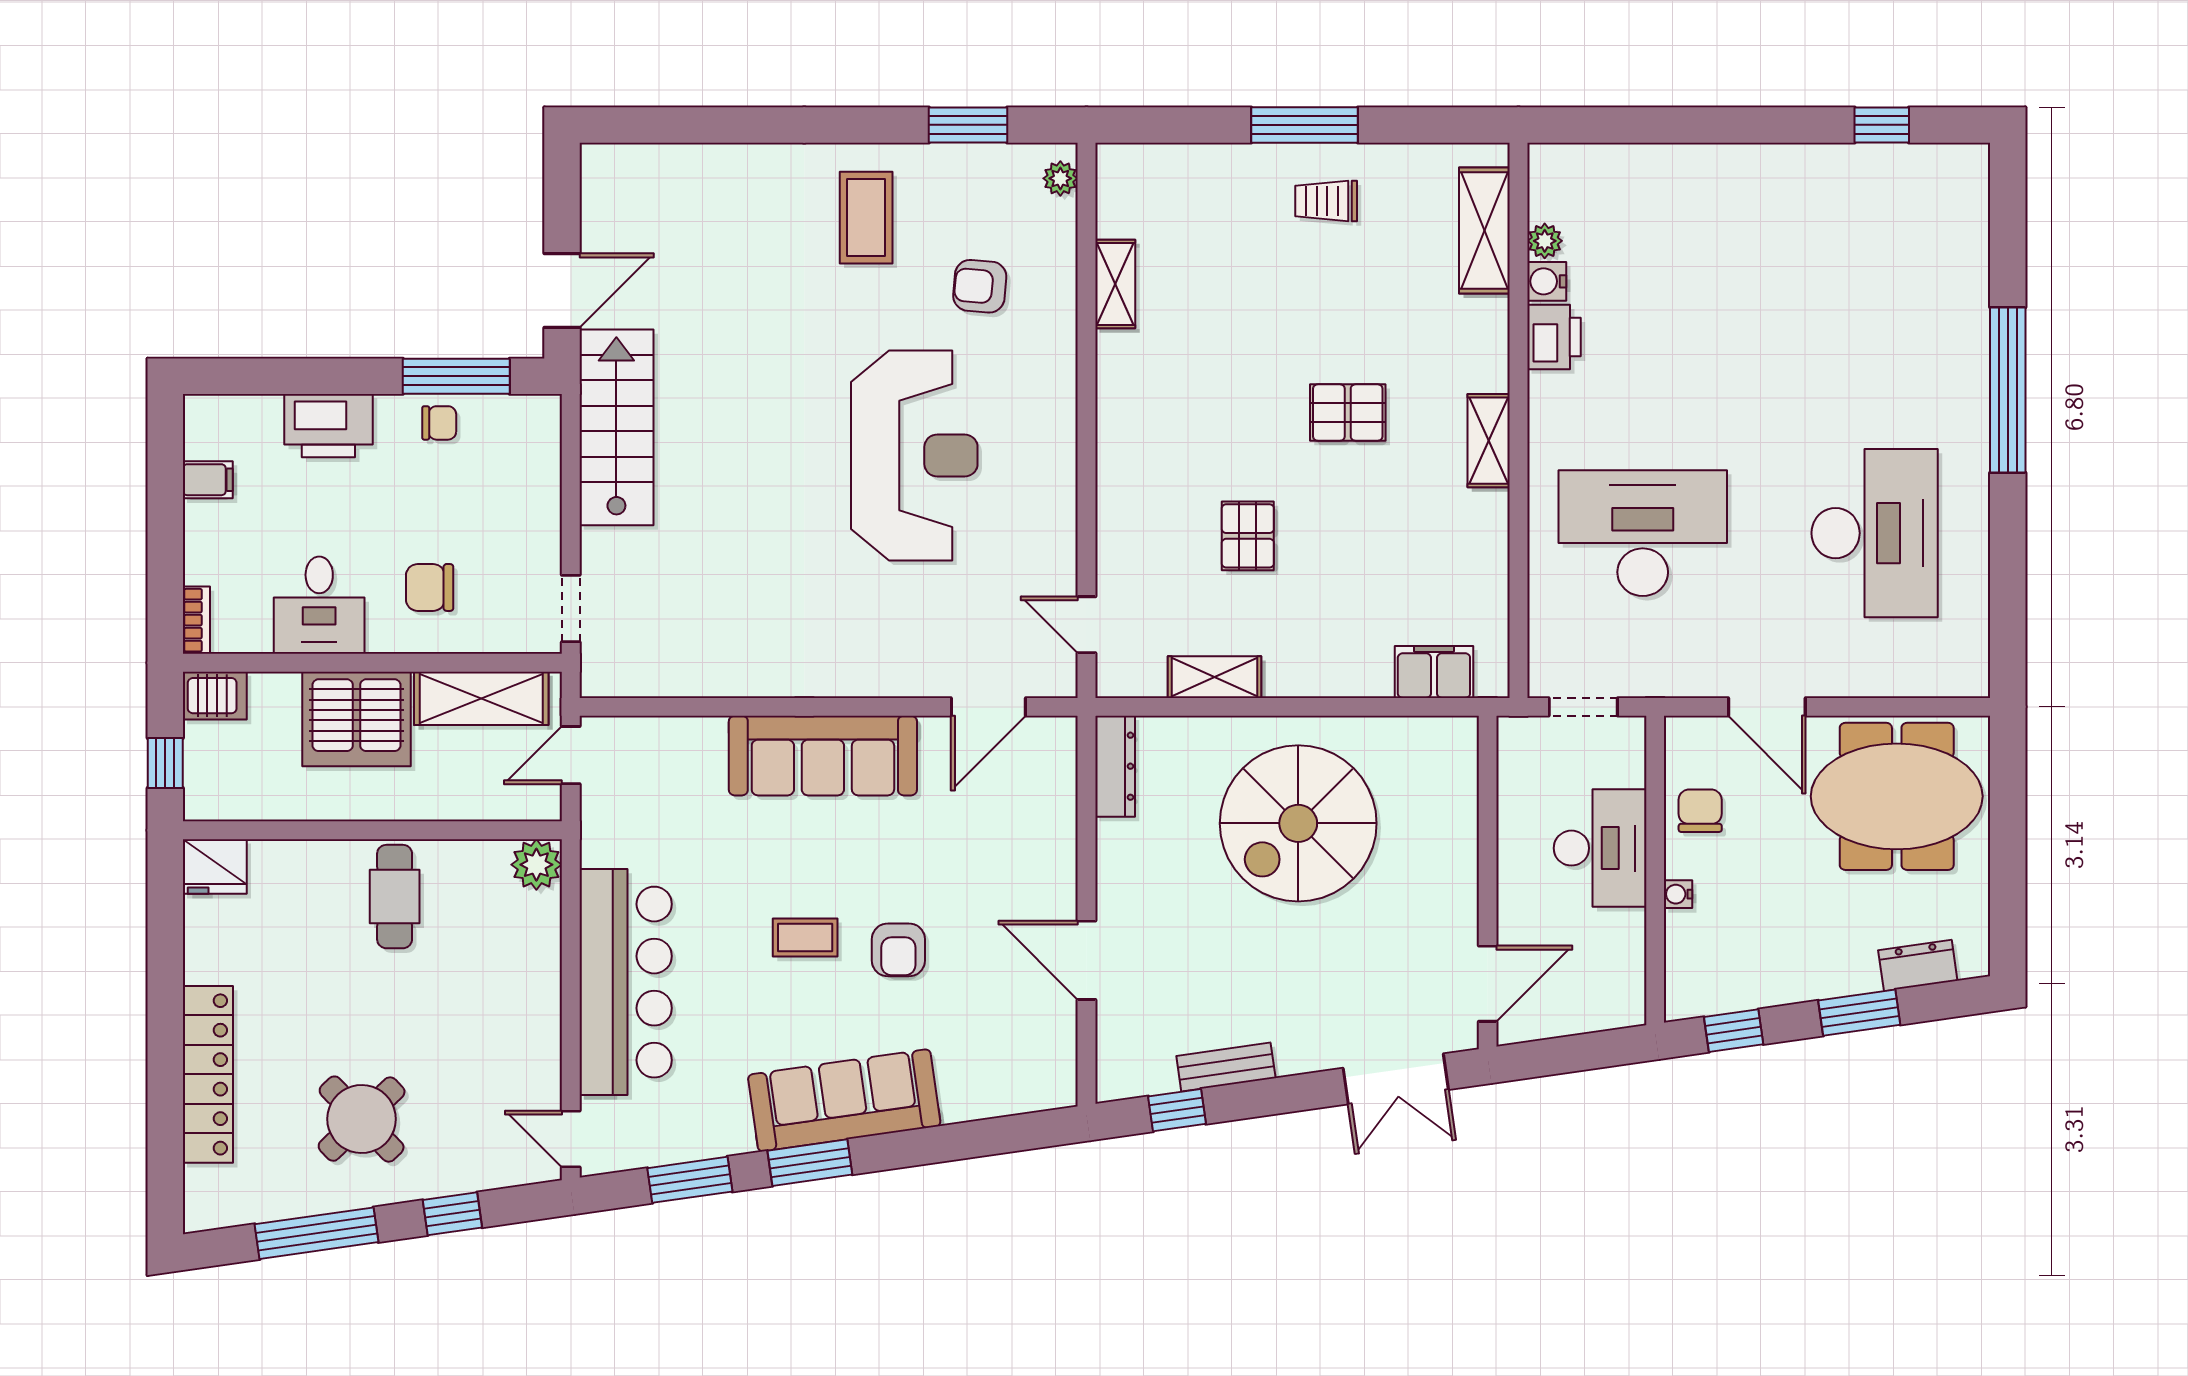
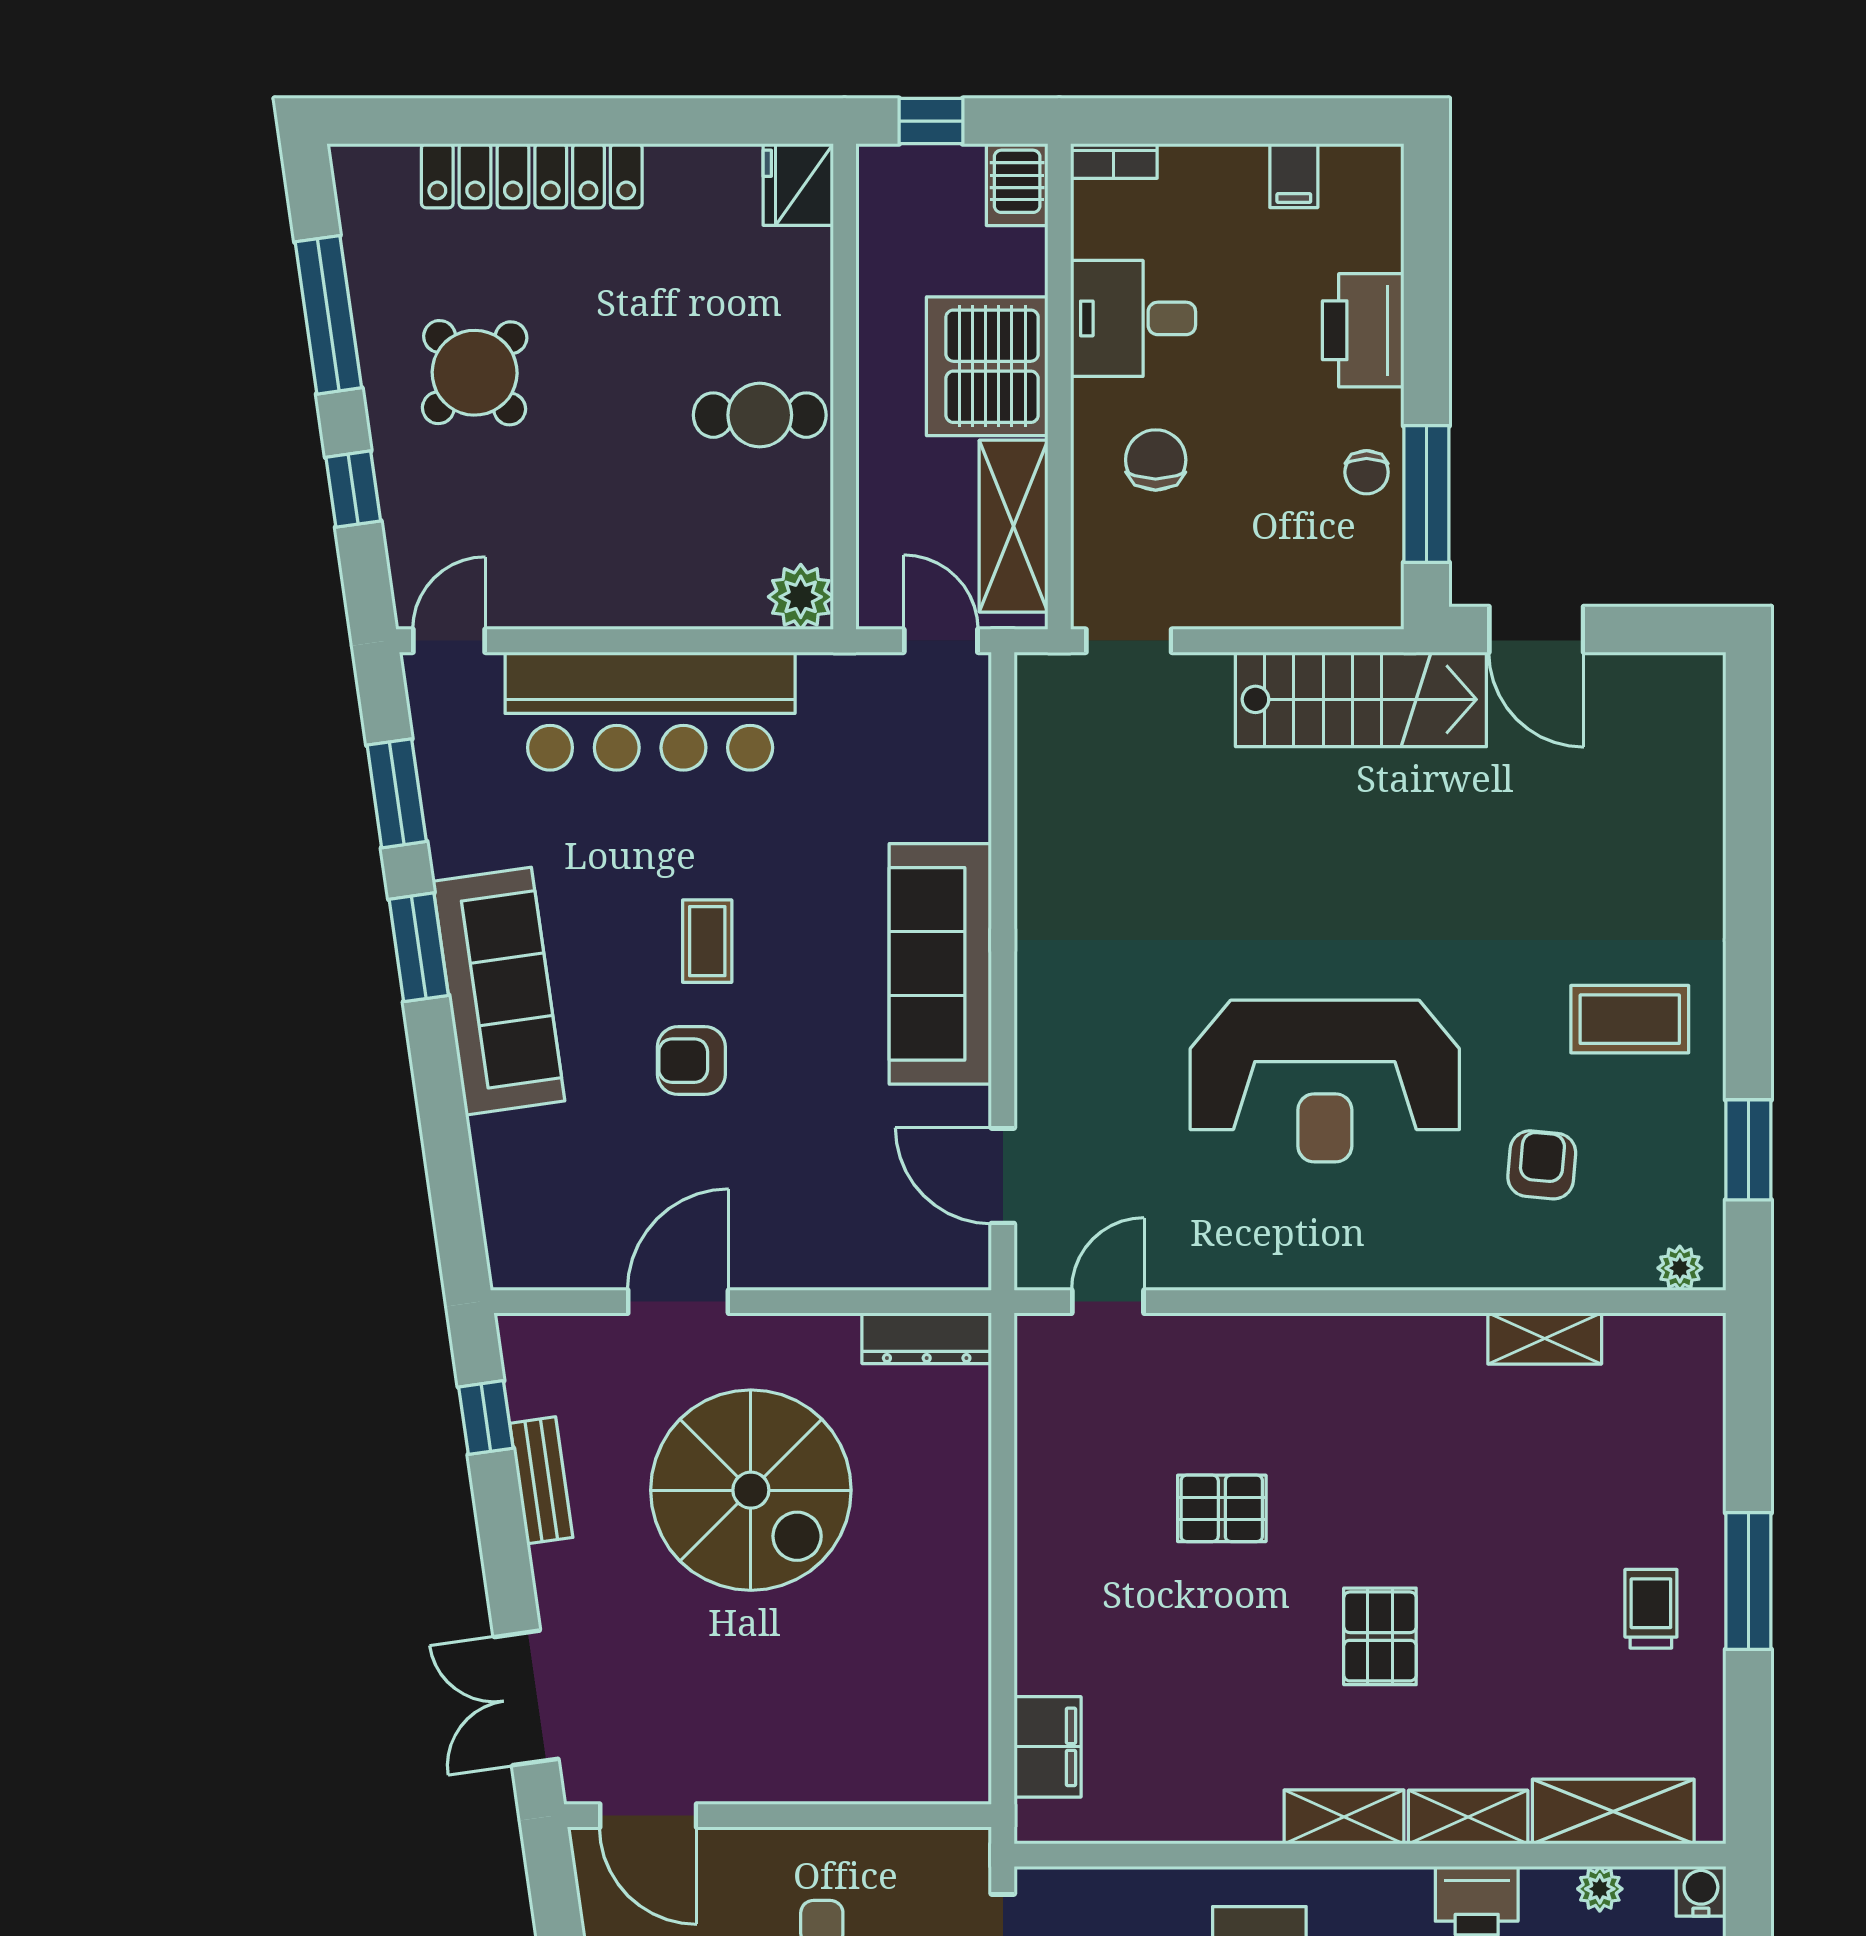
water cooler: (1547, 281) -> (1701, 1891), moved
shelving: (1215, 677) -> (1468, 1817), moved, turned 90
spiral stairs: (1298, 823) -> (751, 1490), moved, turned 180

